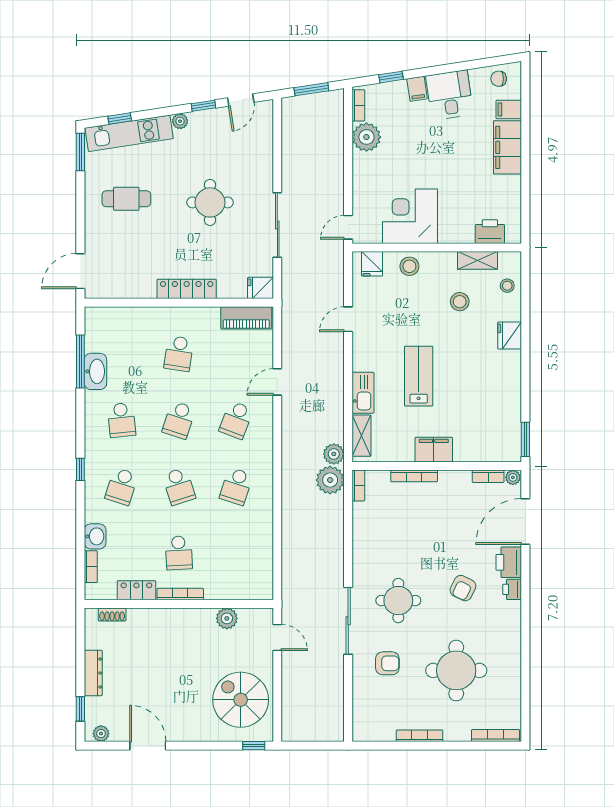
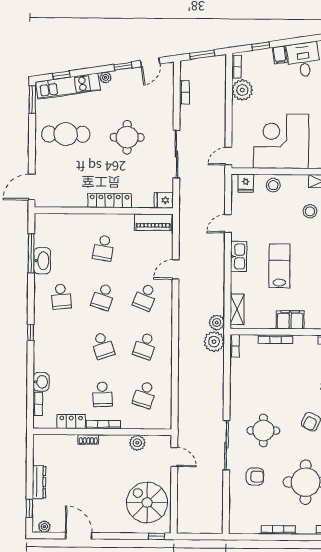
bookcase: (288, 141) -> (184, 92), added
cafe table: (126, 199) -> (66, 134), width x1.37, depth x1.35
corner desk: (410, 216) -> (281, 141), width x1.36, depth x1.36
kitchen sink: (363, 393) -> (239, 256), moved
school desk: (122, 486) -> (145, 395), moved
shoe rack: (112, 614) -> (88, 439), moved

